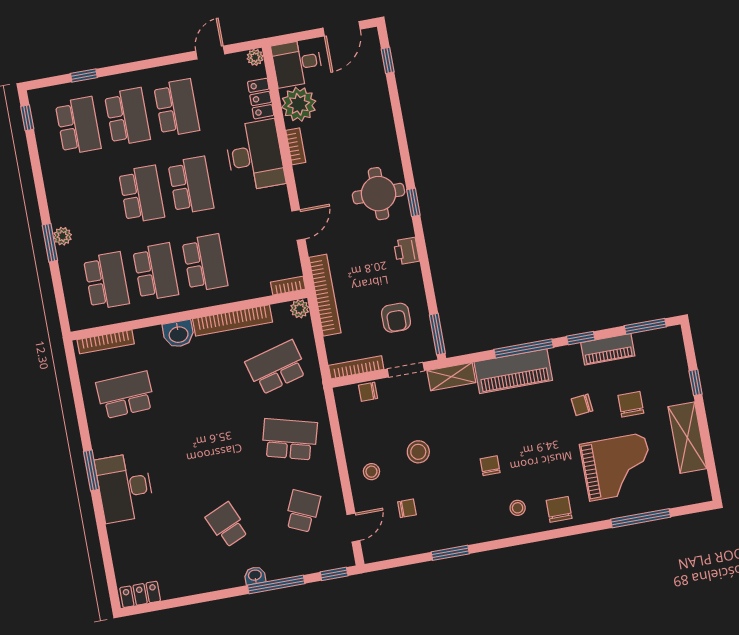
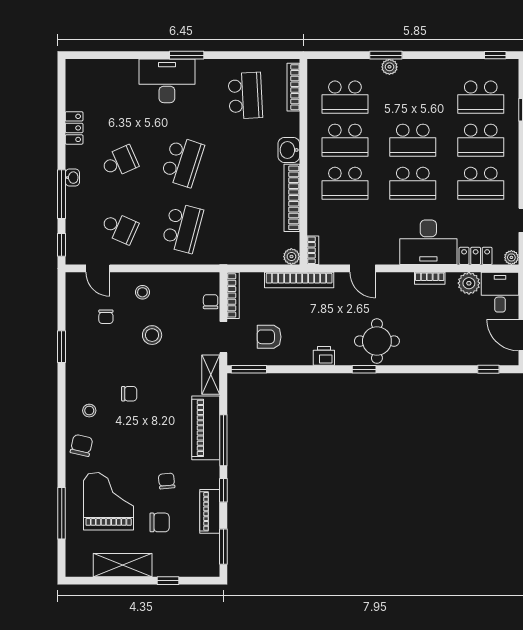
plant: (299, 104) -> (469, 283), width x0.73, depth x0.73
school desk: (276, 367) -> (182, 162), moved, turned 33
grand piano: (617, 467) -> (109, 501), turned 180
chair: (559, 509) -> (81, 445), turned -77
locker: (140, 594) -> (74, 128), moved

